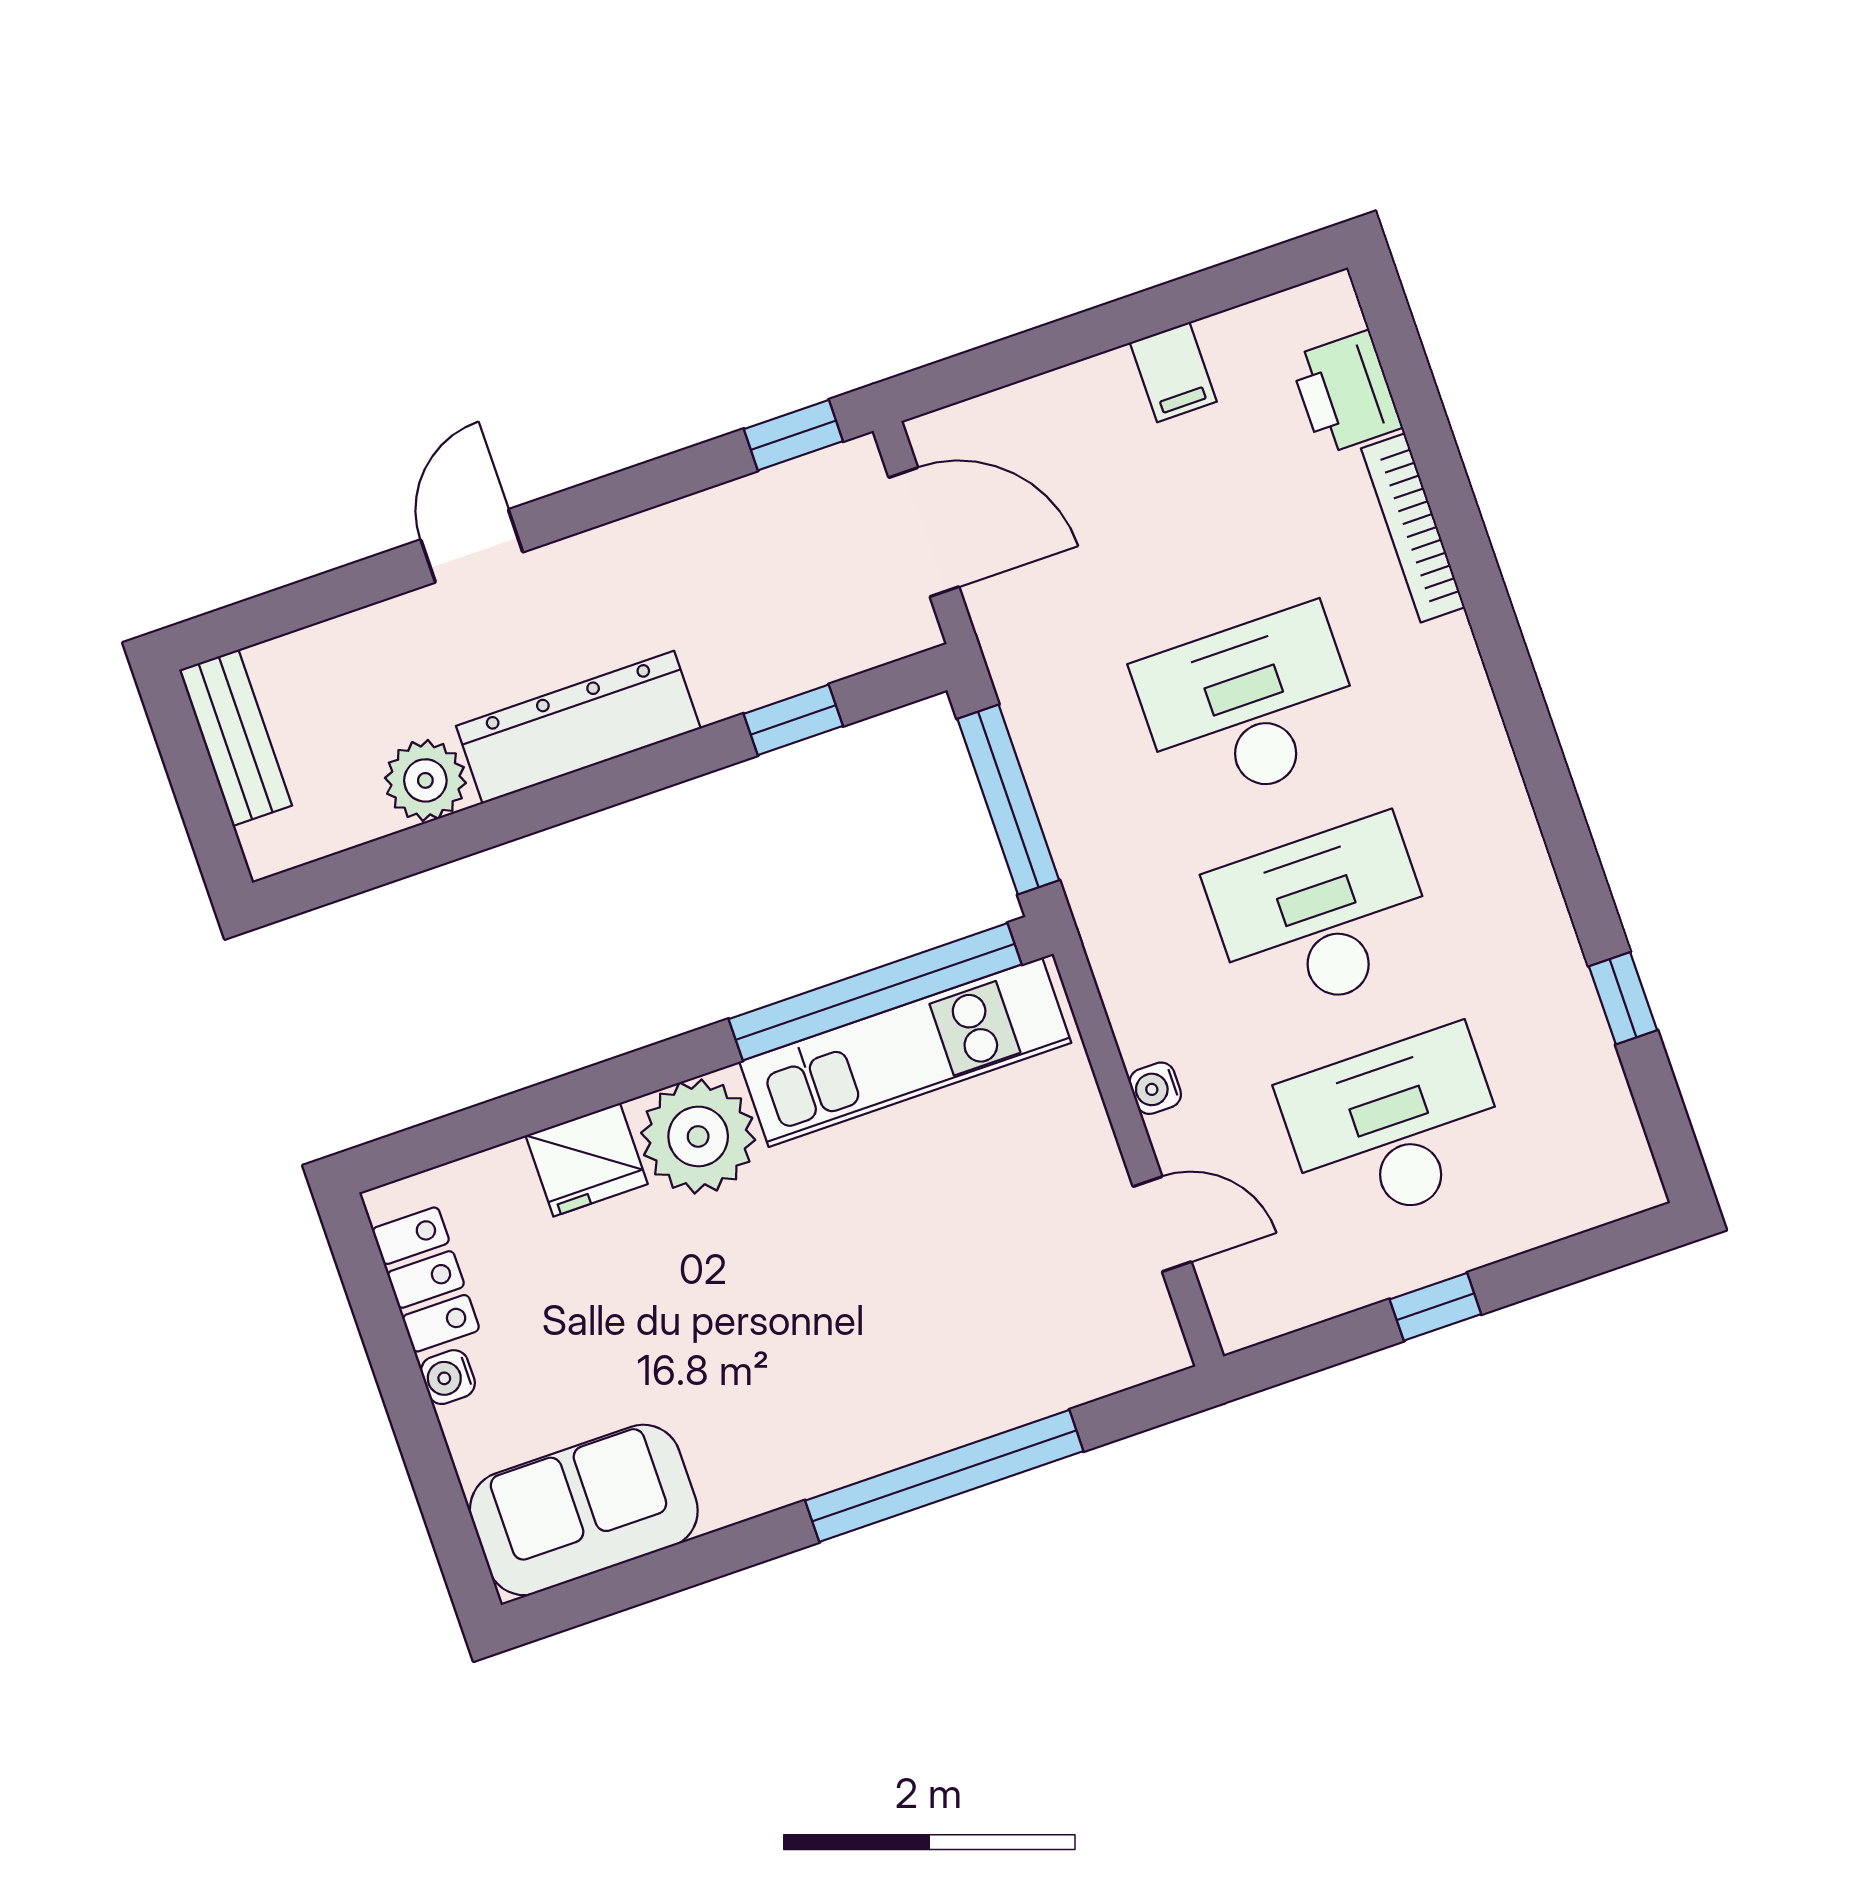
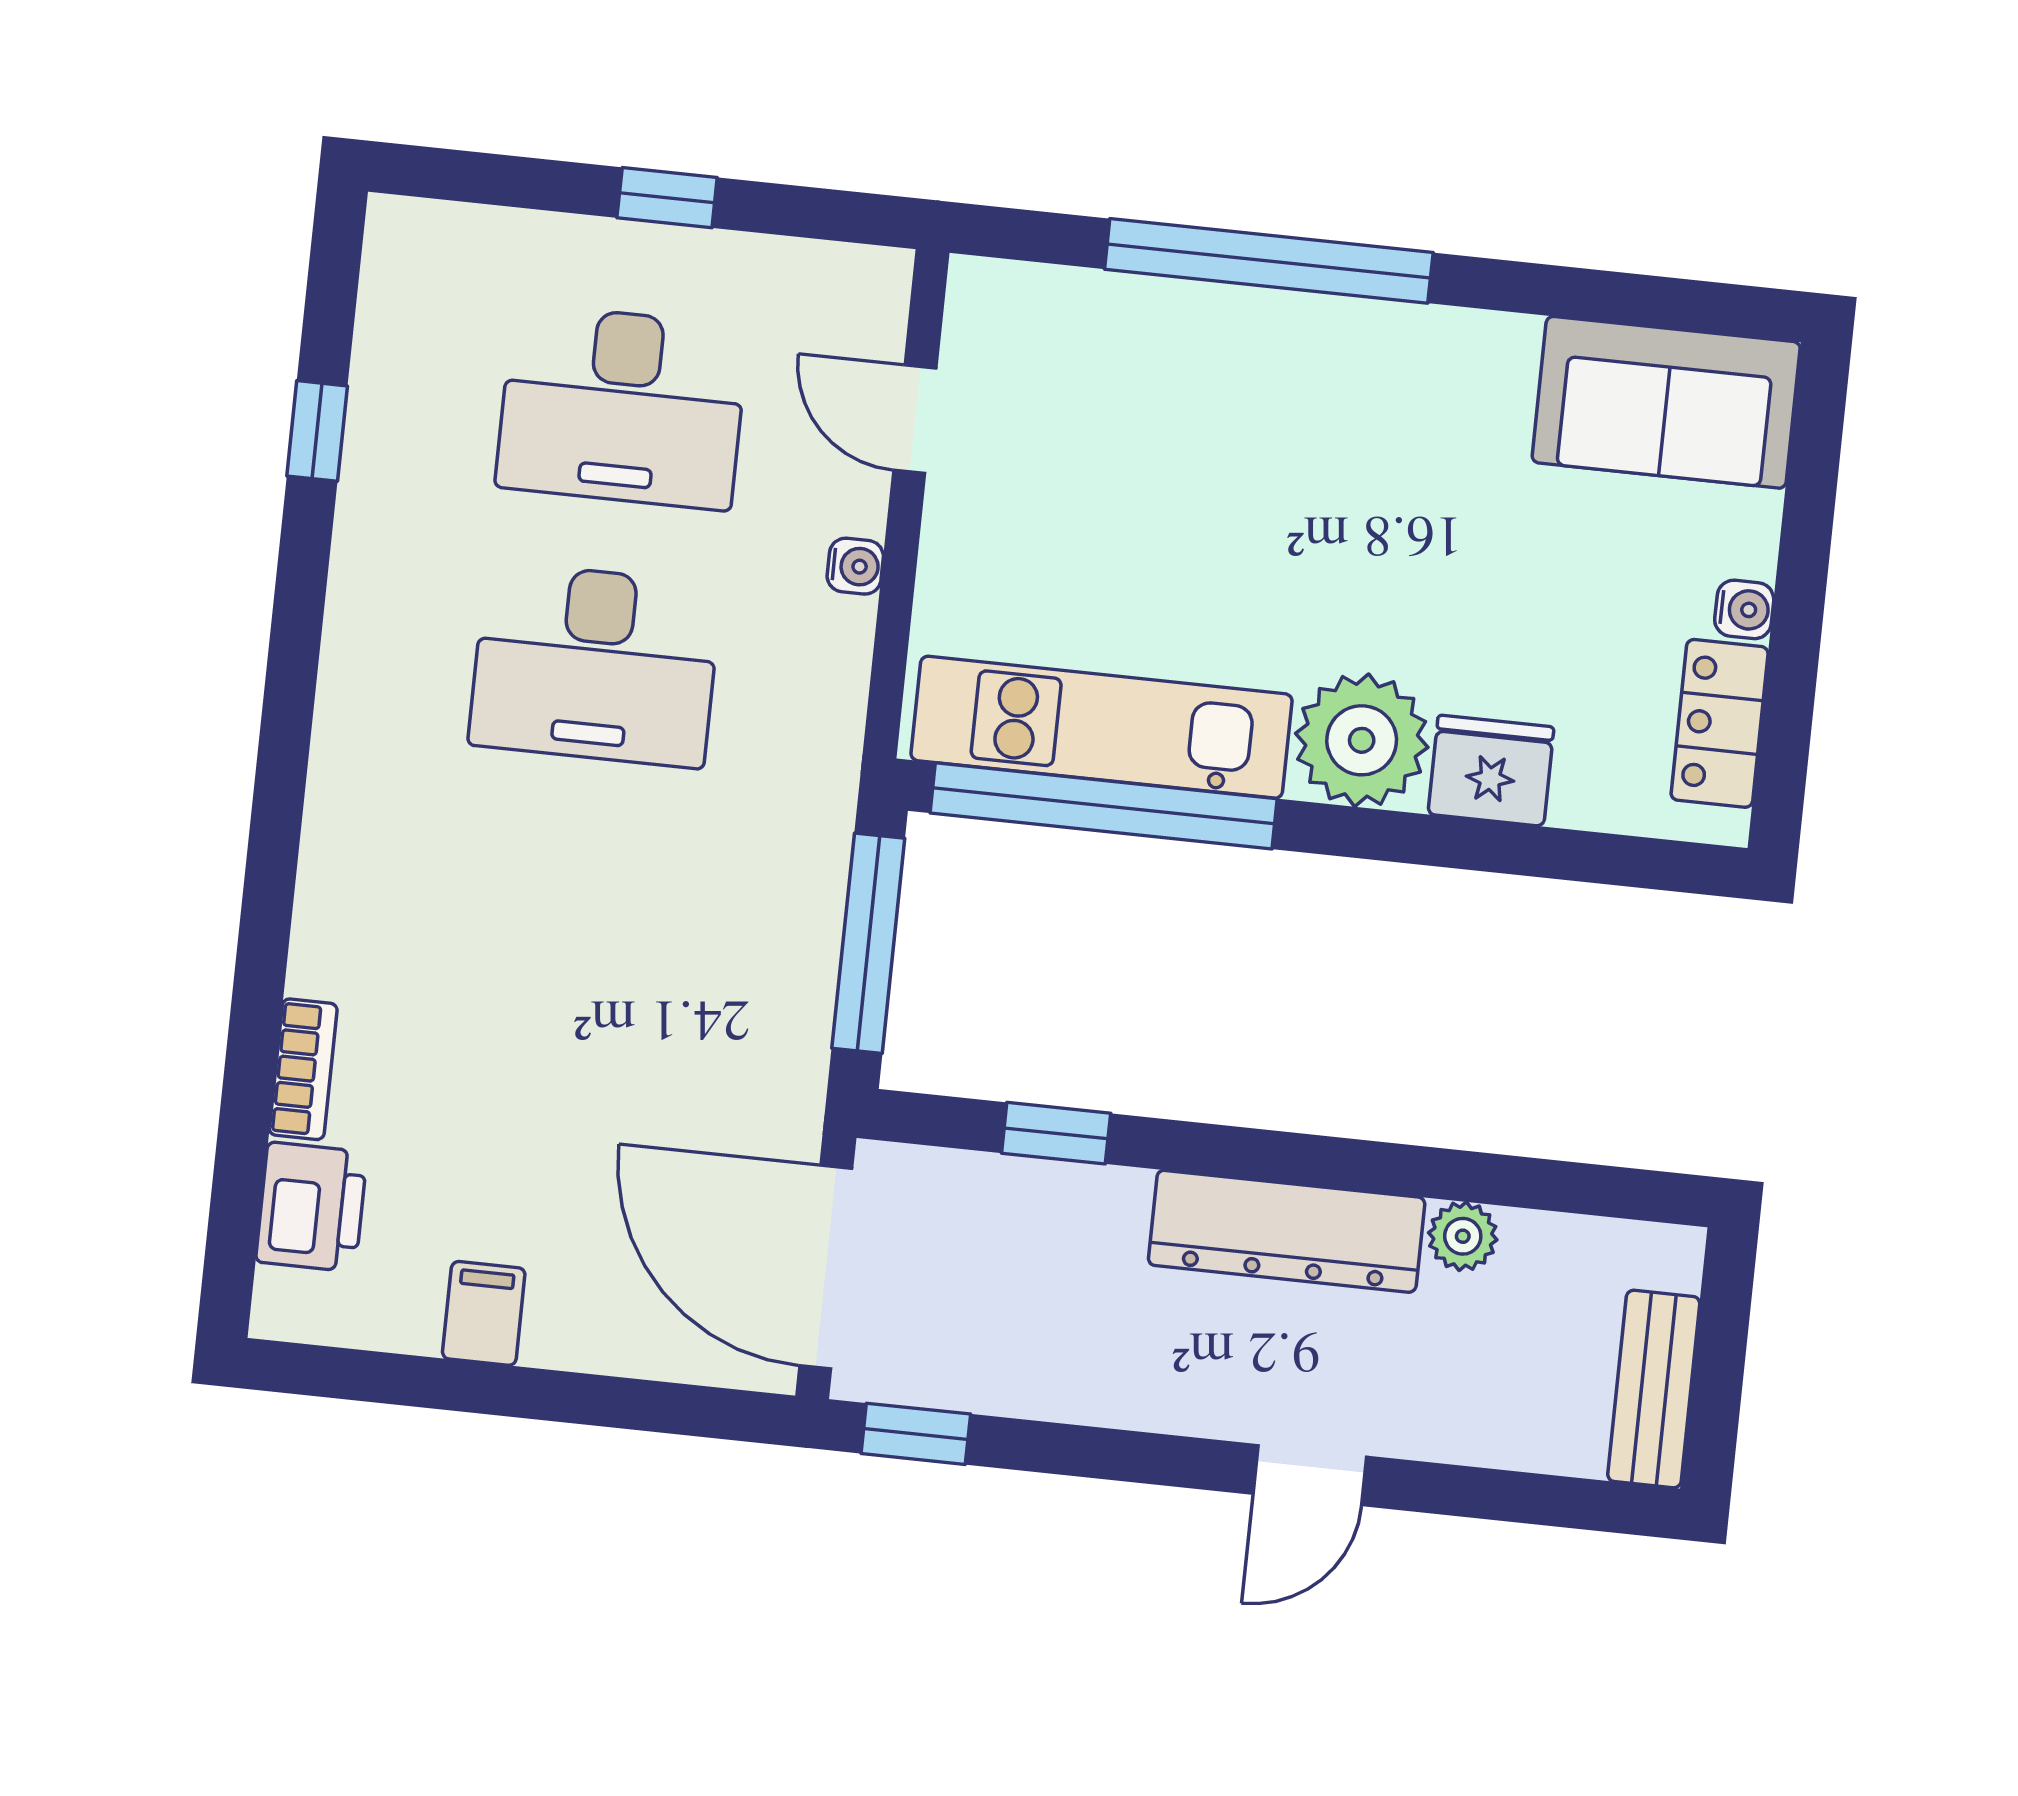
bookcase: (1413, 528) -> (303, 1069), width x0.64
door: (924, 532) -> (826, 1267), width x1.36
desk: (1249, 707) -> (568, 923), removed
plant: (425, 780) -> (1463, 1236), width x0.73, depth x0.73

